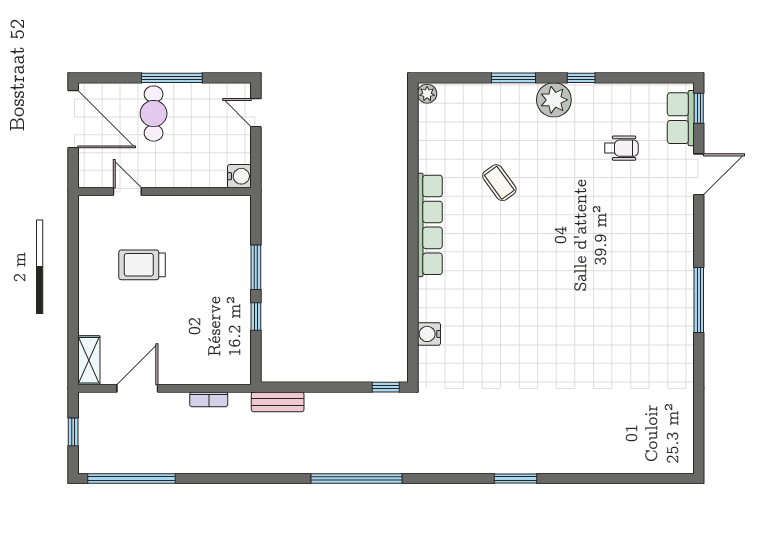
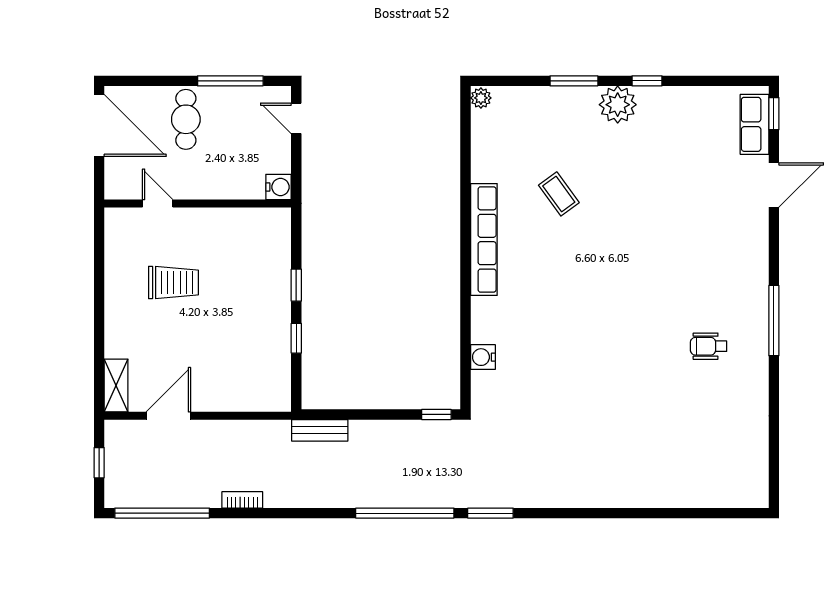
window: (172, 78) -> (230, 81), moved
wheelchair: (621, 148) -> (708, 346), moved, turned 180
trolley: (142, 265) -> (173, 283), turned 180
window: (256, 267) -> (296, 285), width x0.67
bookcase: (209, 399) -> (242, 500), moved, turned 180
window: (516, 479) -> (490, 513), moved

